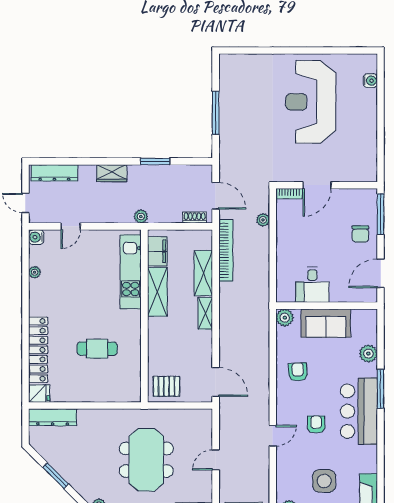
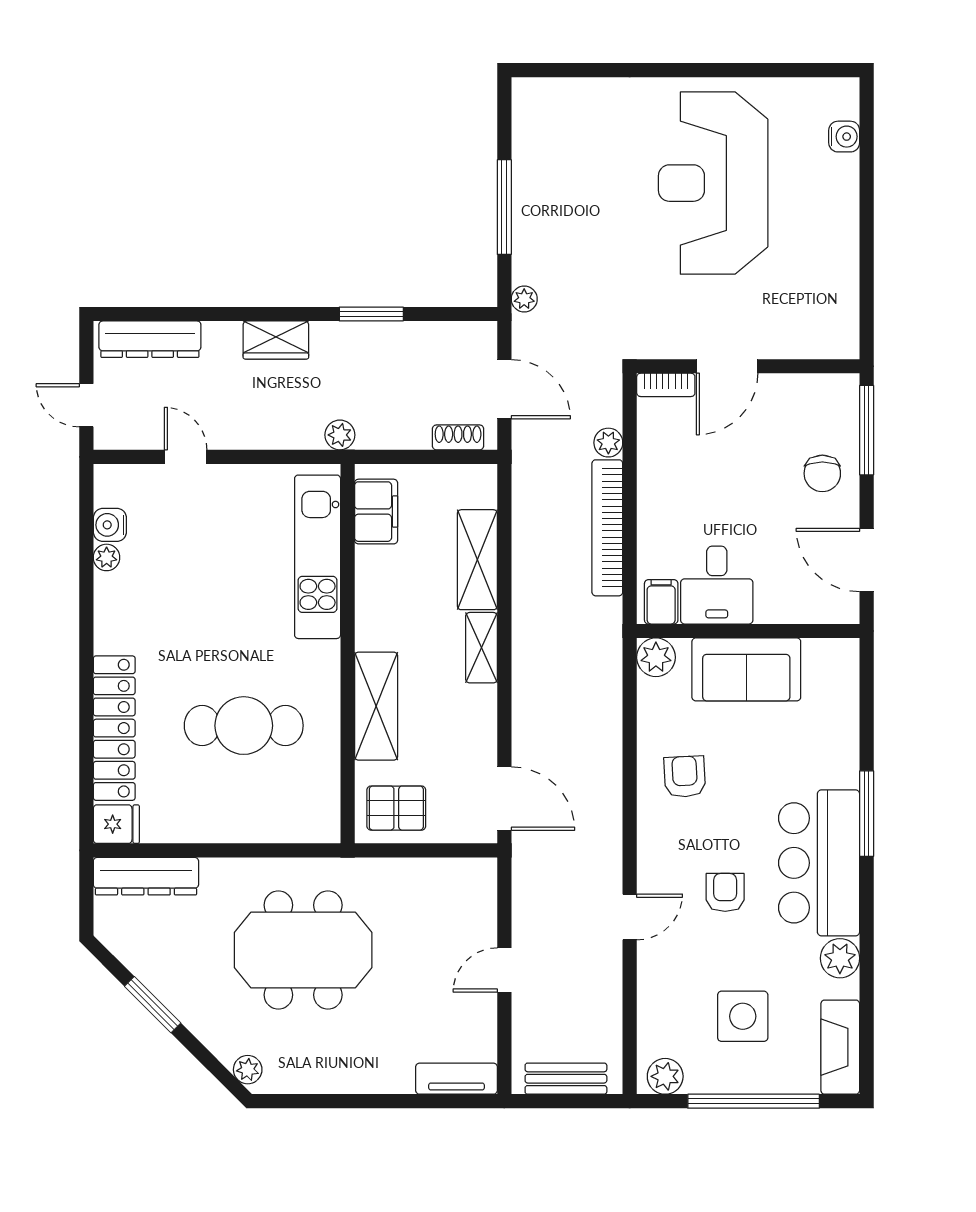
plant: (225, 155) -> (524, 299), added
door: (71, 226) -> (186, 457), swing flipped
water cooler: (36, 237) -> (110, 525), moved
bookcase: (226, 250) -> (607, 528), moved, turned 180
door: (381, 273) -> (867, 560), hinge flipped
shelving: (157, 292) -> (376, 706), moved
filing cabinet: (287, 292) -> (661, 602), added
cafe table: (97, 349) -> (244, 726), width x1.37, depth x1.35
plant: (368, 354) -> (840, 958), moved
meeting table: (146, 460) -> (303, 950), moved, turned 90

